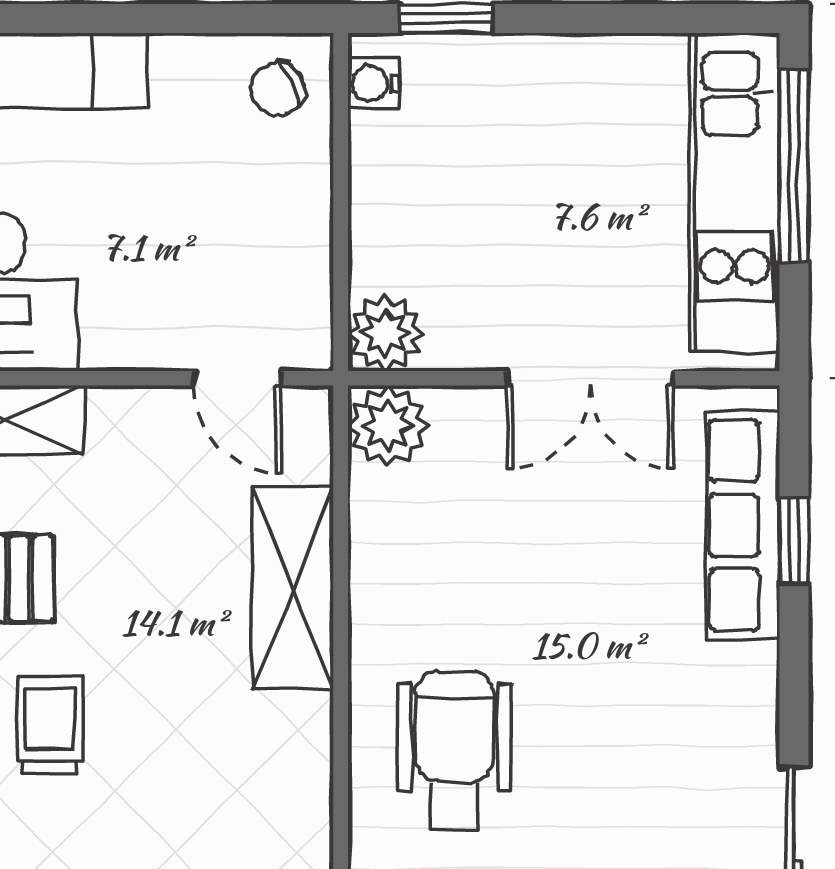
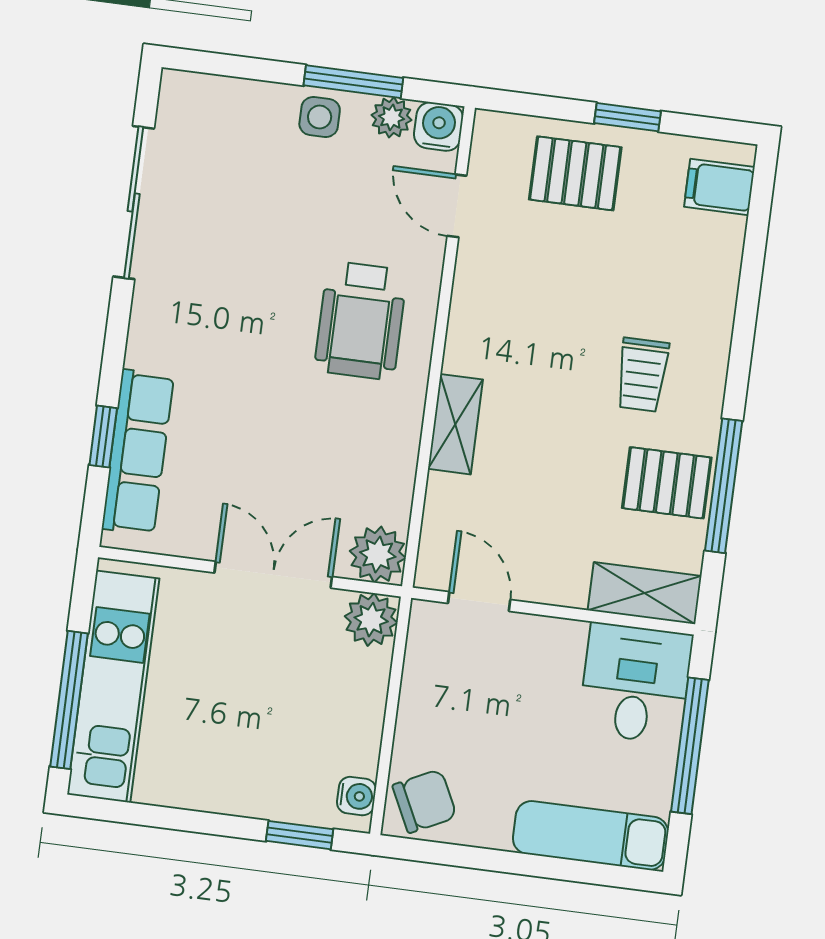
chair: (278, 89) -> (425, 801), width x1.37, depth x1.37
double door: (590, 378) -> (273, 575), moved
shelving: (293, 588) -> (455, 424), width x0.67, depth x0.75

